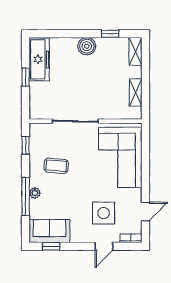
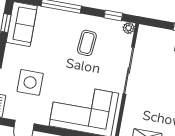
plant: (35, 193) -> (129, 28), moved

